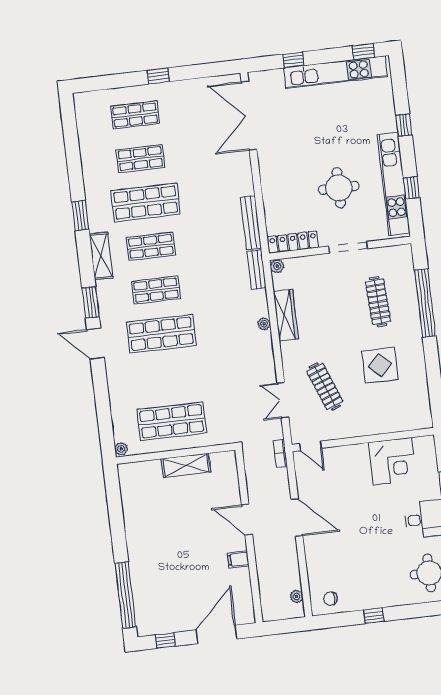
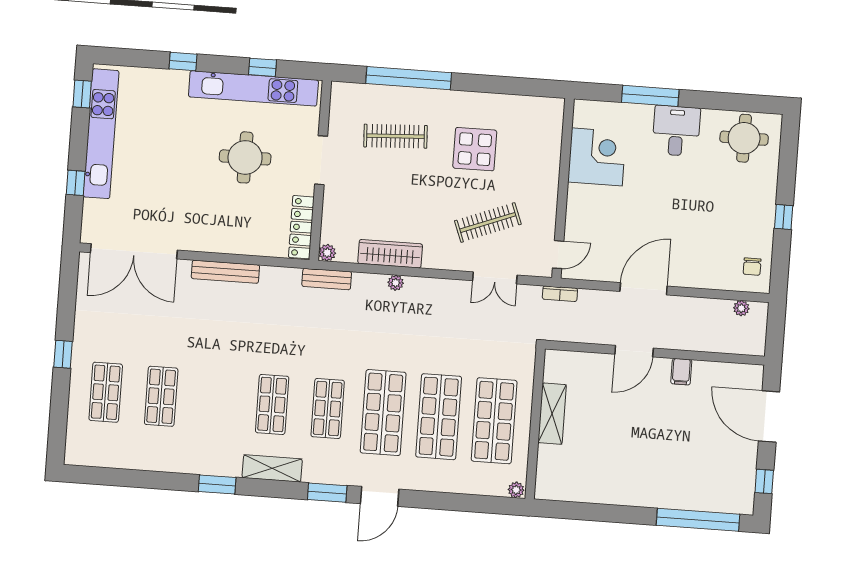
shop shelf: (146, 202) -> (439, 417), moved
bench: (251, 223) -> (225, 272), moved

